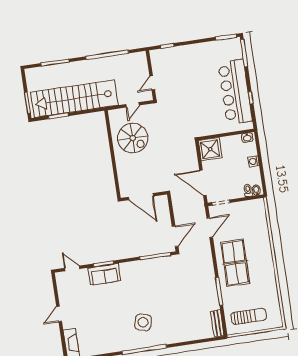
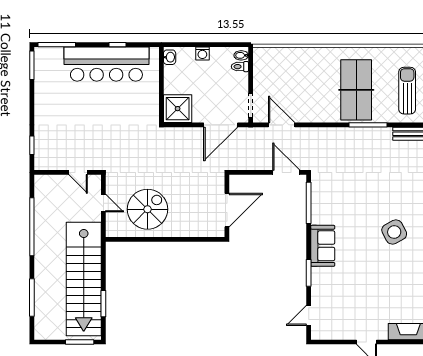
table tennis table: (235, 263) -> (356, 90), moved, turned 90
sofa: (104, 274) -> (323, 246), moved
side table: (143, 322) -> (394, 232), turned 45

